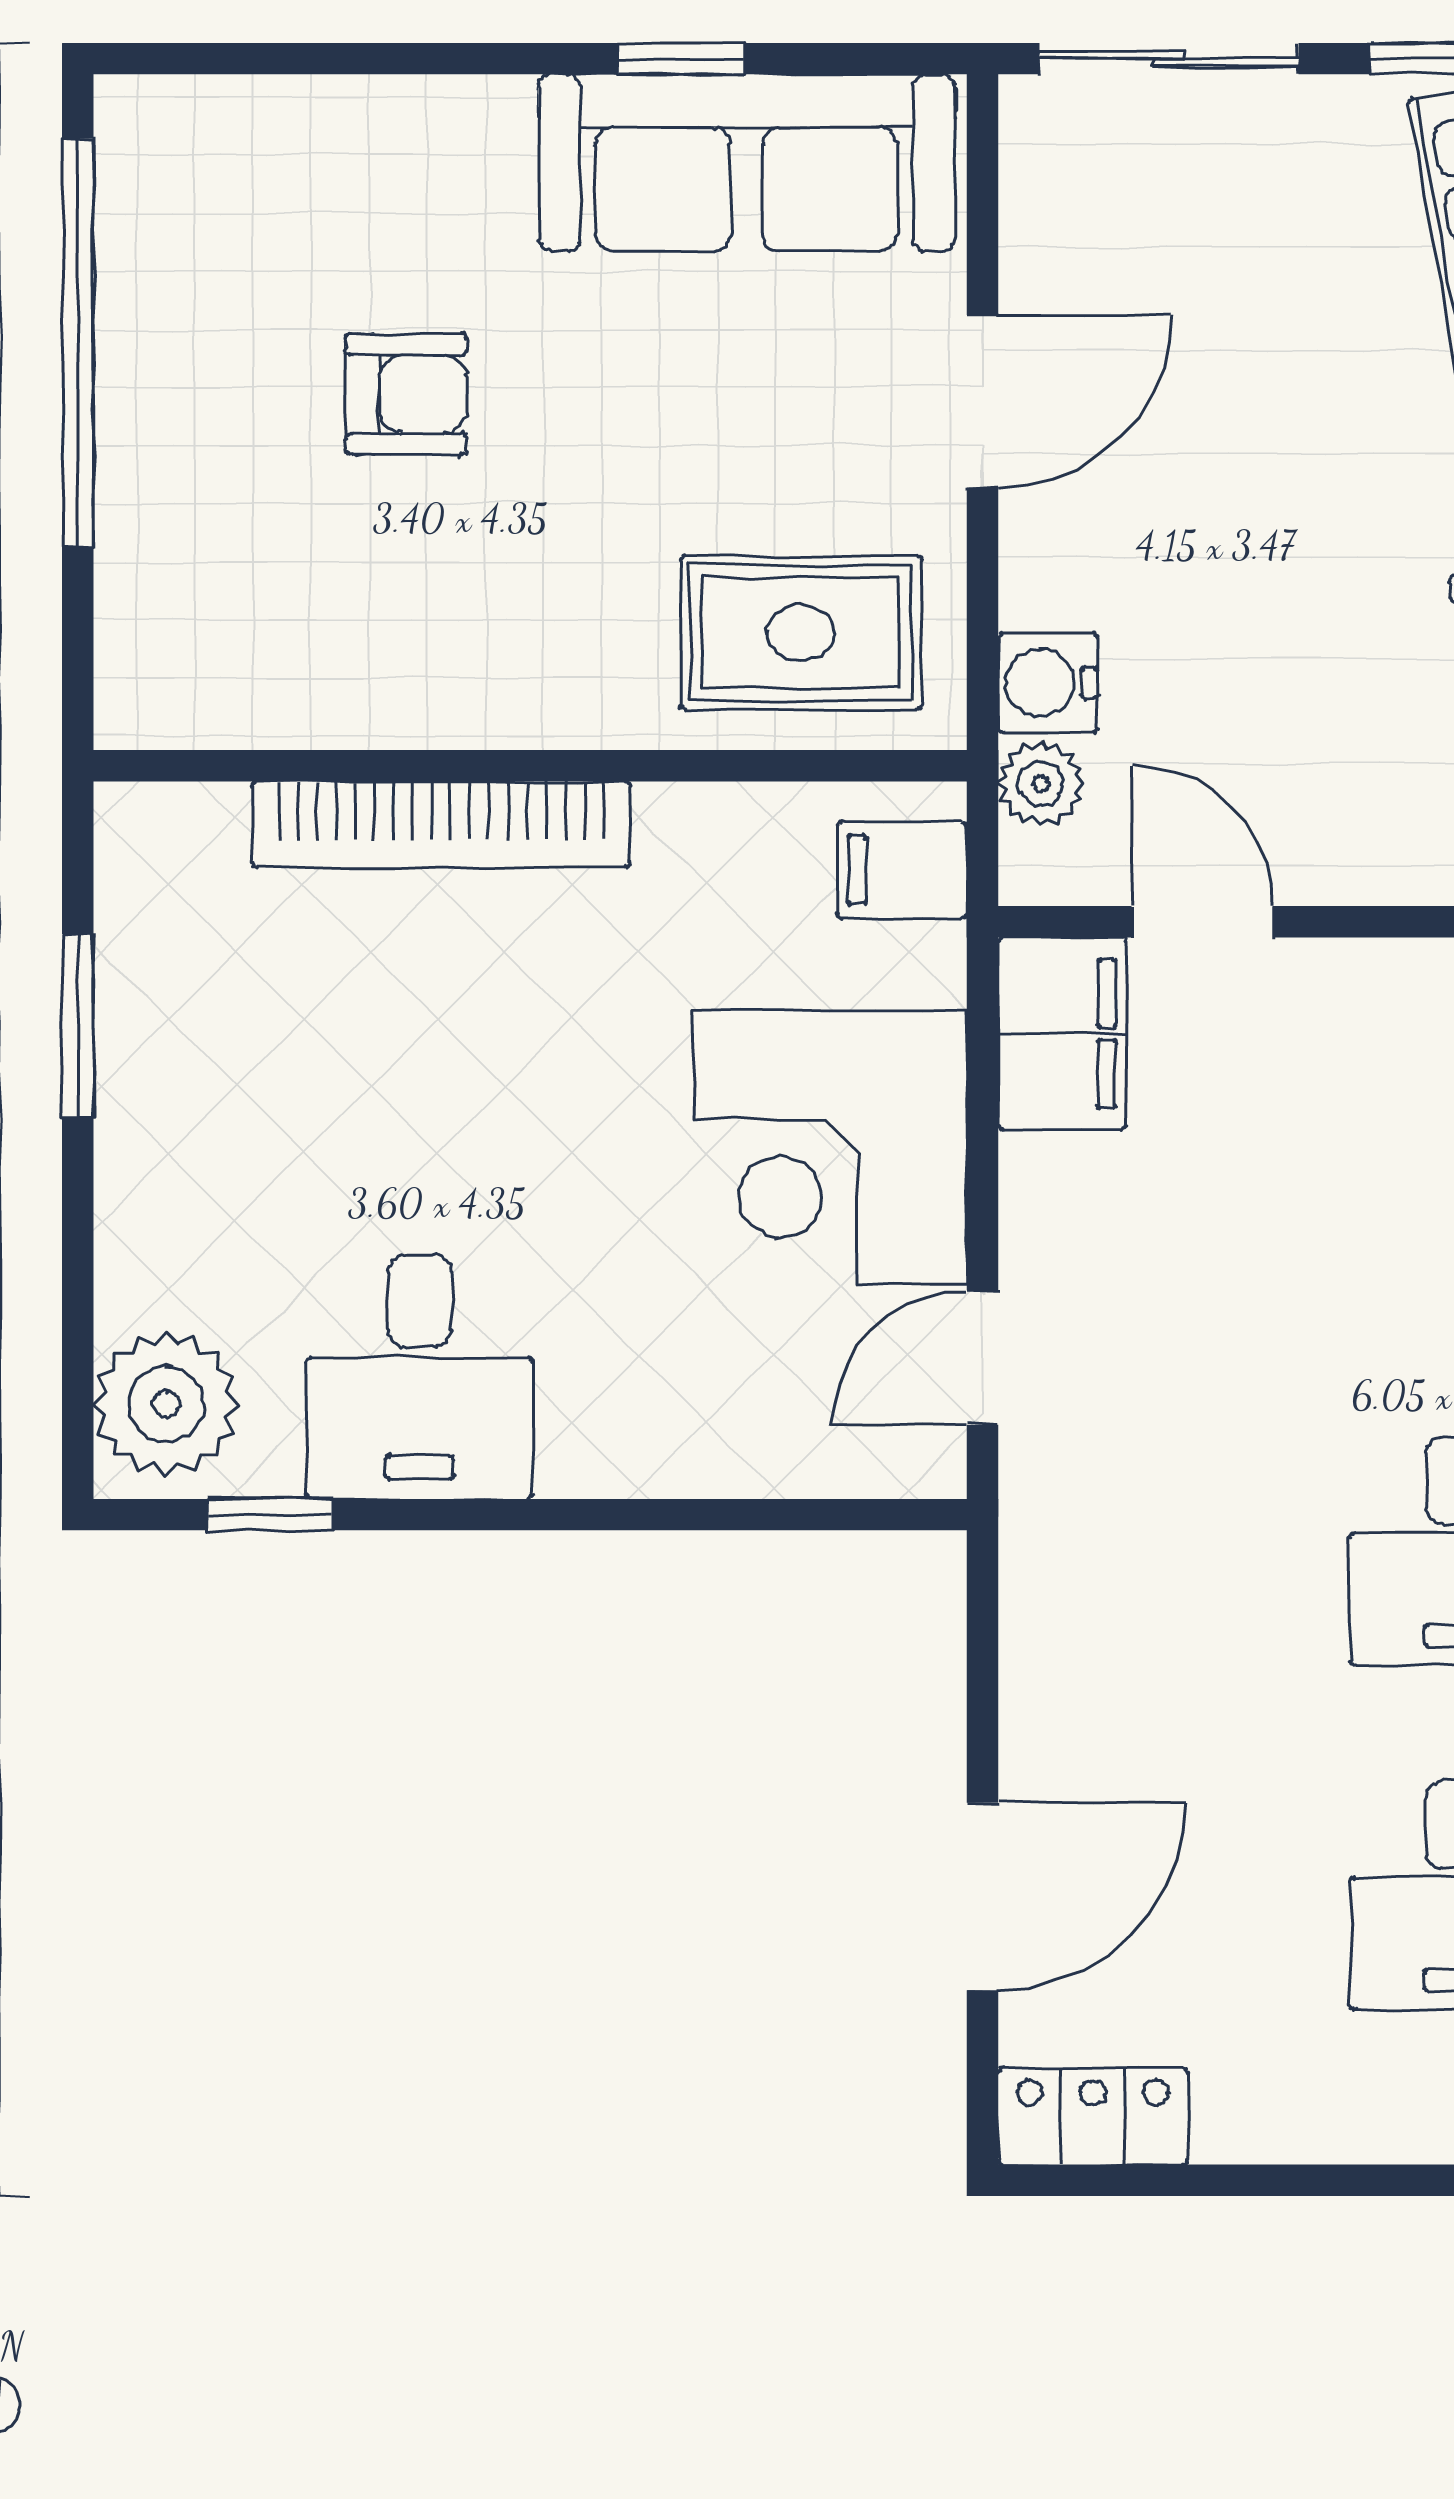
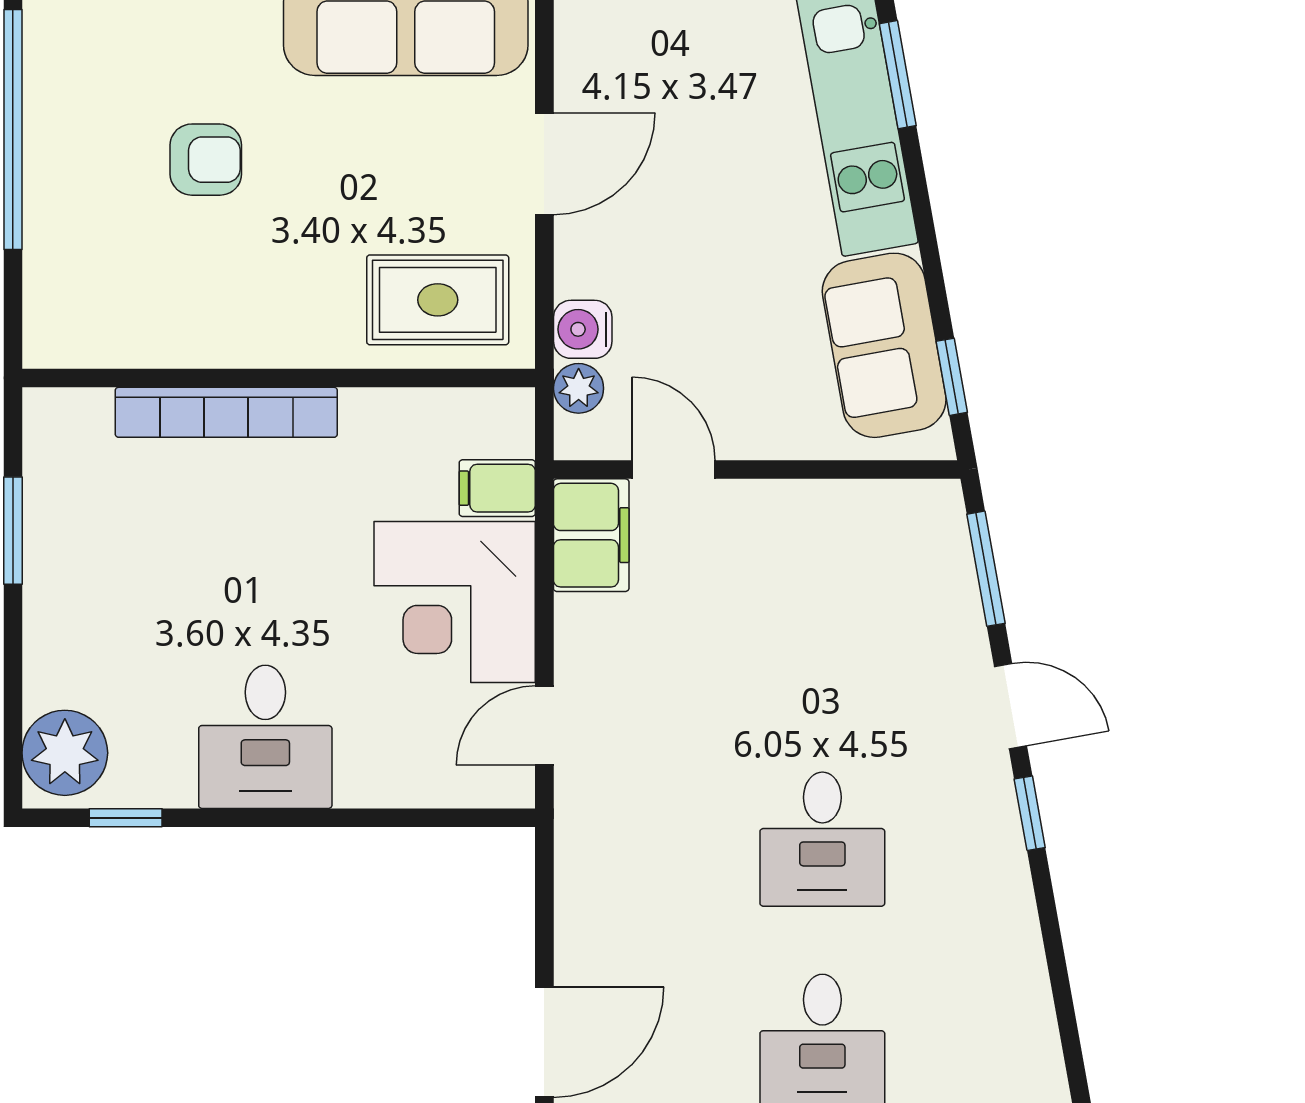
filing cabinet: (902, 870) -> (497, 488), moved
desk: (420, 1377) -> (265, 737), moved

